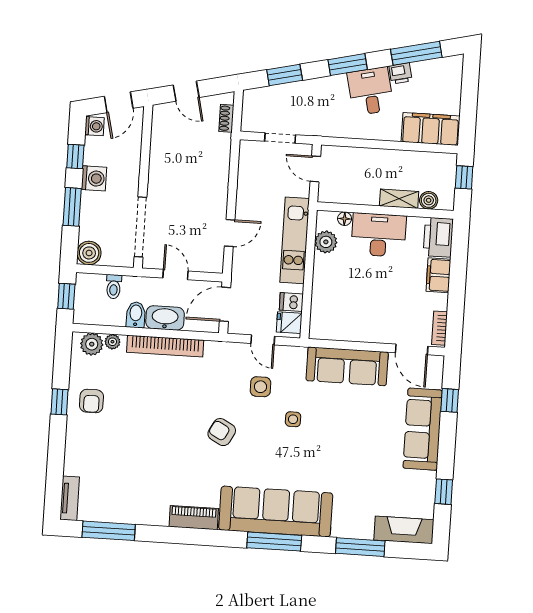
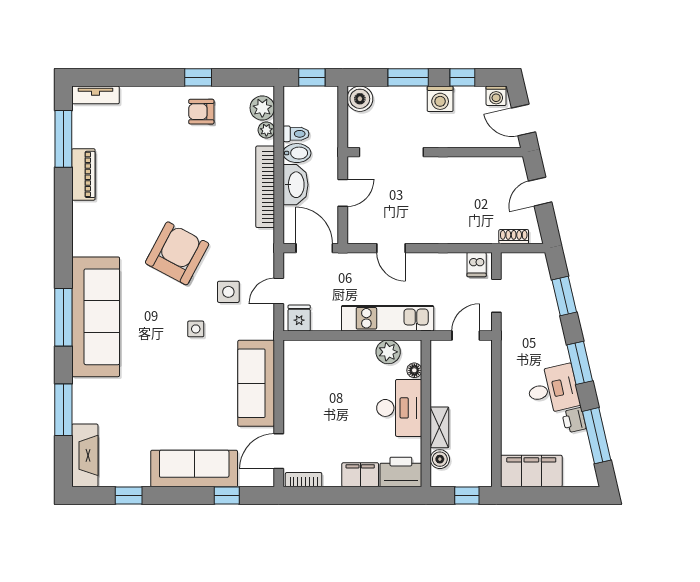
filing cabinet: (431, 129) -> (531, 471), moved, turned -90
toilet: (114, 287) -> (296, 134), moved, turned 180
dishwasher: (291, 302) -> (477, 265), moved, turned 180
armchair: (222, 432) -> (177, 253), width x1.88, depth x1.88
piano: (194, 518) -> (83, 174), moved

